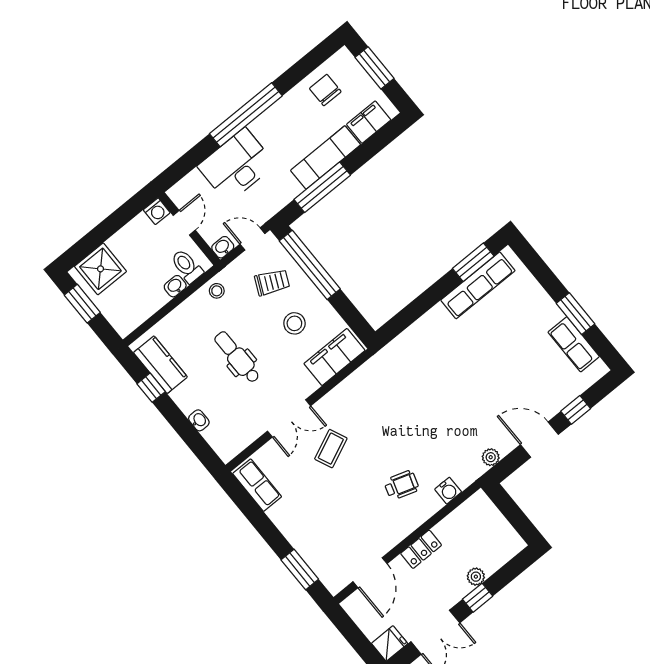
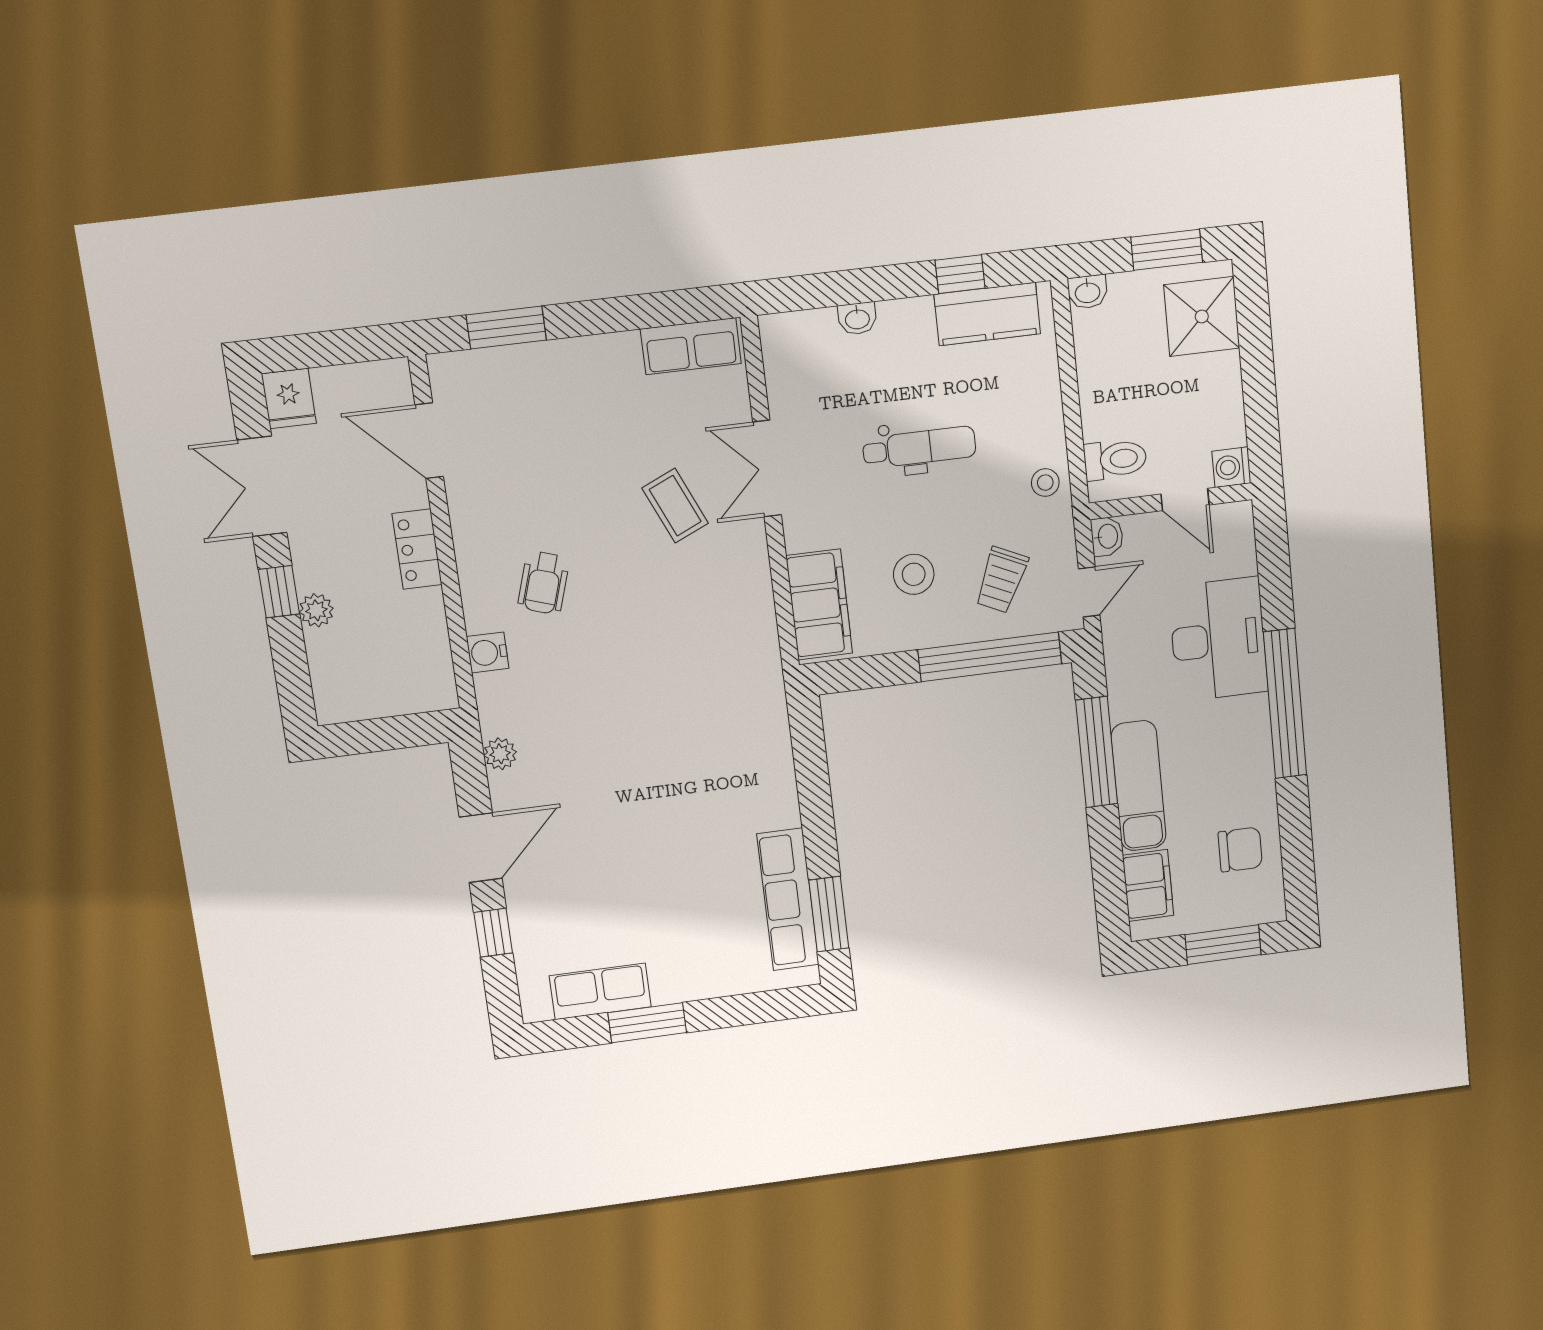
washbasin: (175, 286) -> (1088, 292), moved, turned 90

